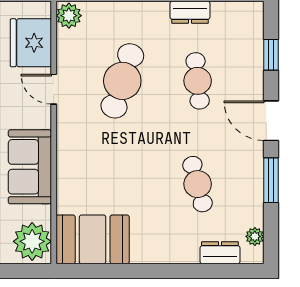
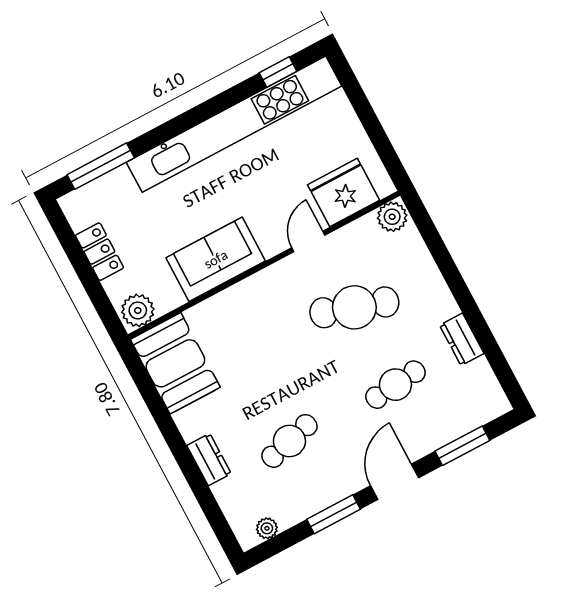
window: (271, 55) -> (462, 446), width x1.50
plant: (32, 241) -> (138, 310), width x0.73, depth x0.73
dresser: (220, 253) -> (209, 460), moved

